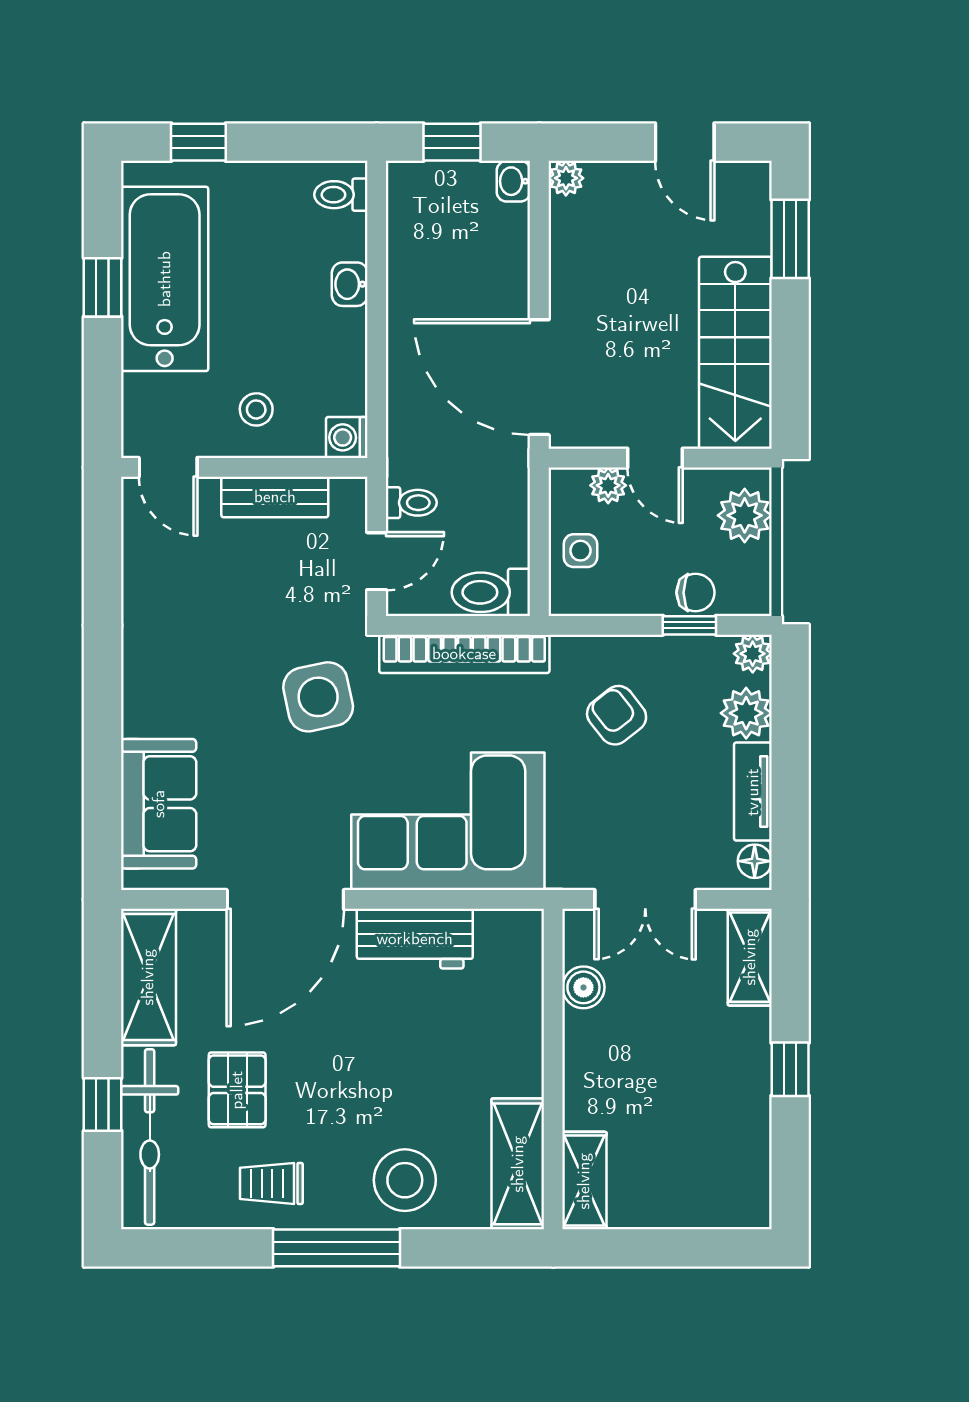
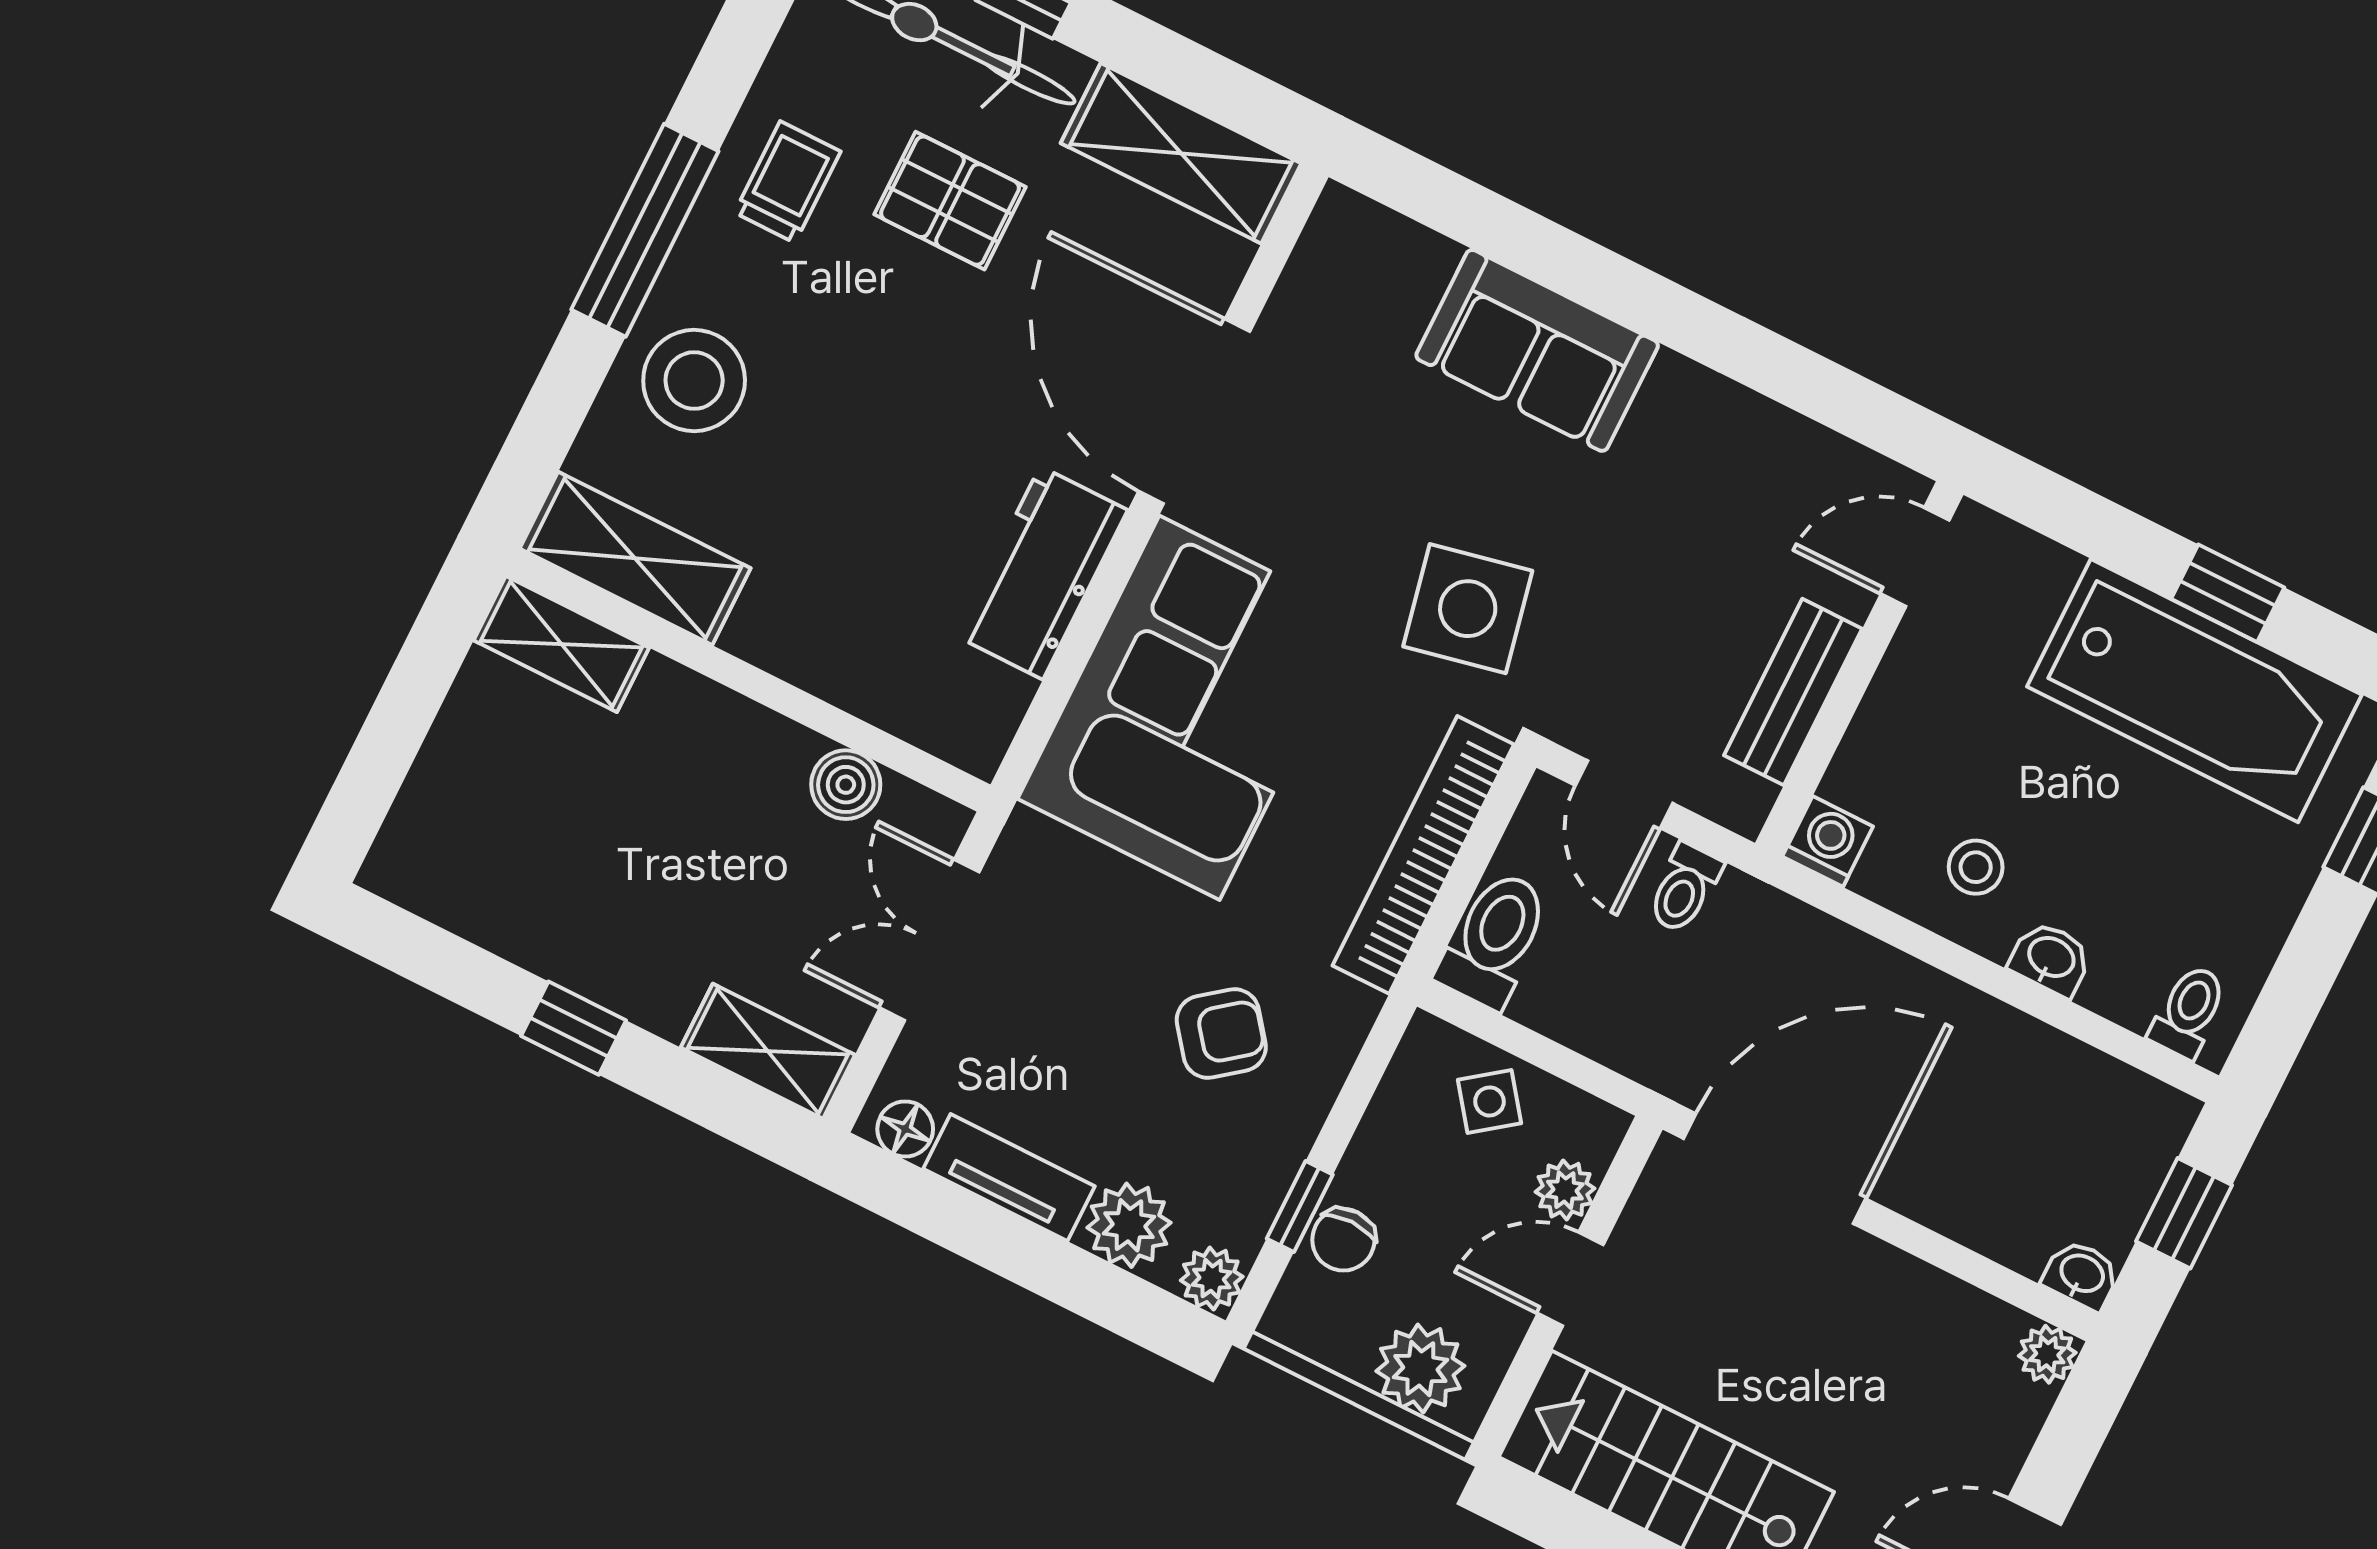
stool: (256, 409) -> (1976, 867), moved
side table: (580, 551) -> (1489, 1101), turned -37
sofa: (159, 804) -> (1537, 350), moved

